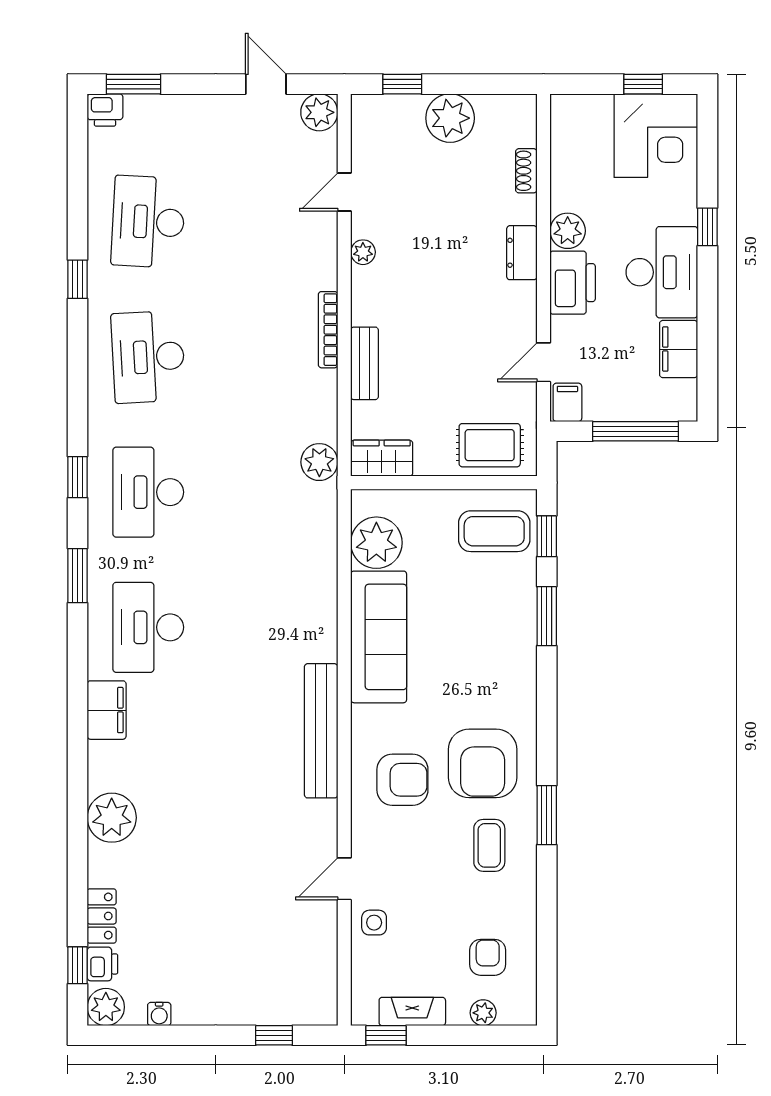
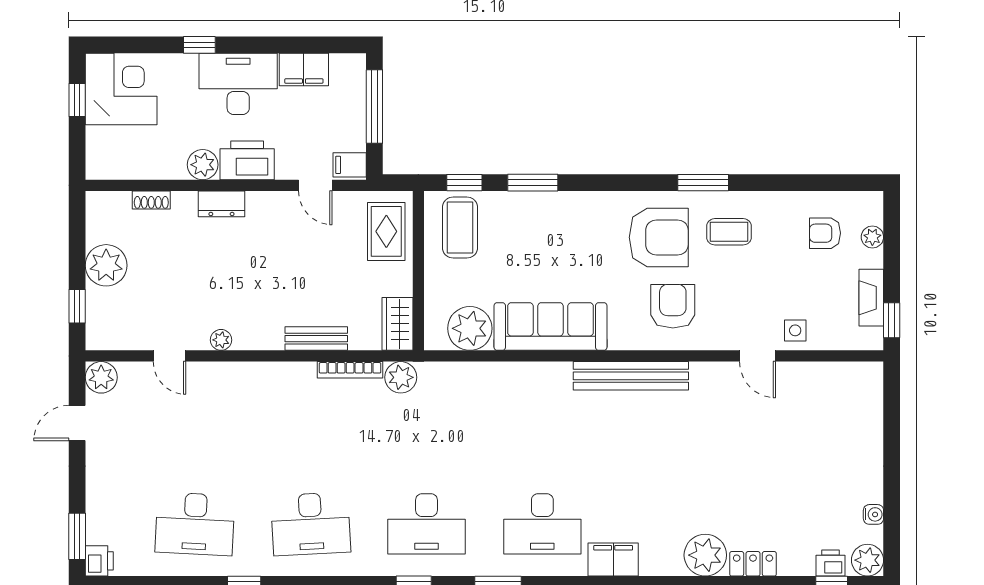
bookcase: (328, 330) -> (350, 370), moved
locker: (102, 916) -> (753, 564), moved
window: (274, 1035) -> (892, 416), removed

